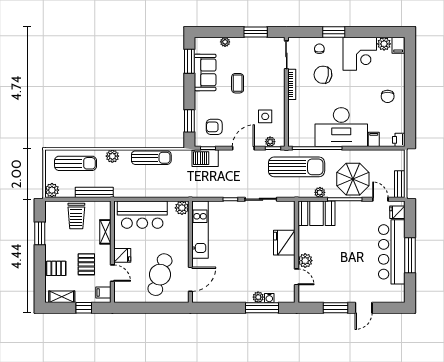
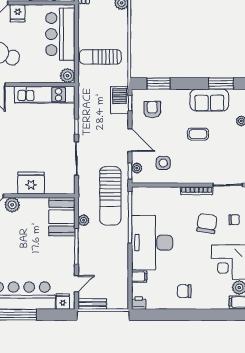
sun lounger: (151, 158) -> (100, 57), moved, turned 90
parasol: (353, 179) -> (97, 255), removed

